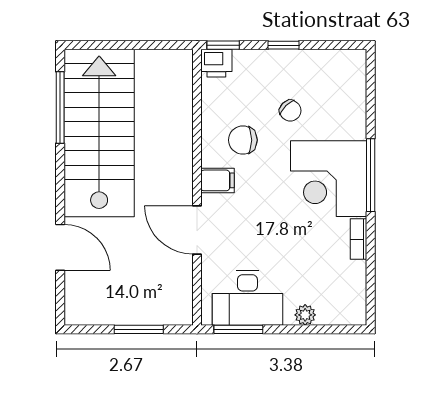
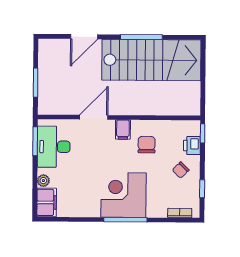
window: (284, 45) -> (202, 189), moved
printer: (216, 63) -> (192, 146), moved
window: (60, 108) -> (141, 37), moved
chair: (290, 111) -> (181, 170), moved
bookcase: (359, 239) -> (180, 213), moved
filing cabinet: (342, 309) -> (47, 202), added

